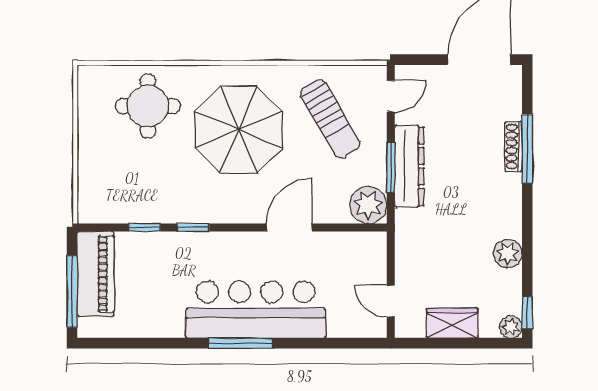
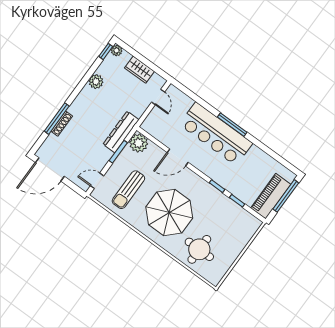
sun lounger: (330, 119) -> (128, 190), turned -150
dresser: (409, 166) -> (121, 132), moved

